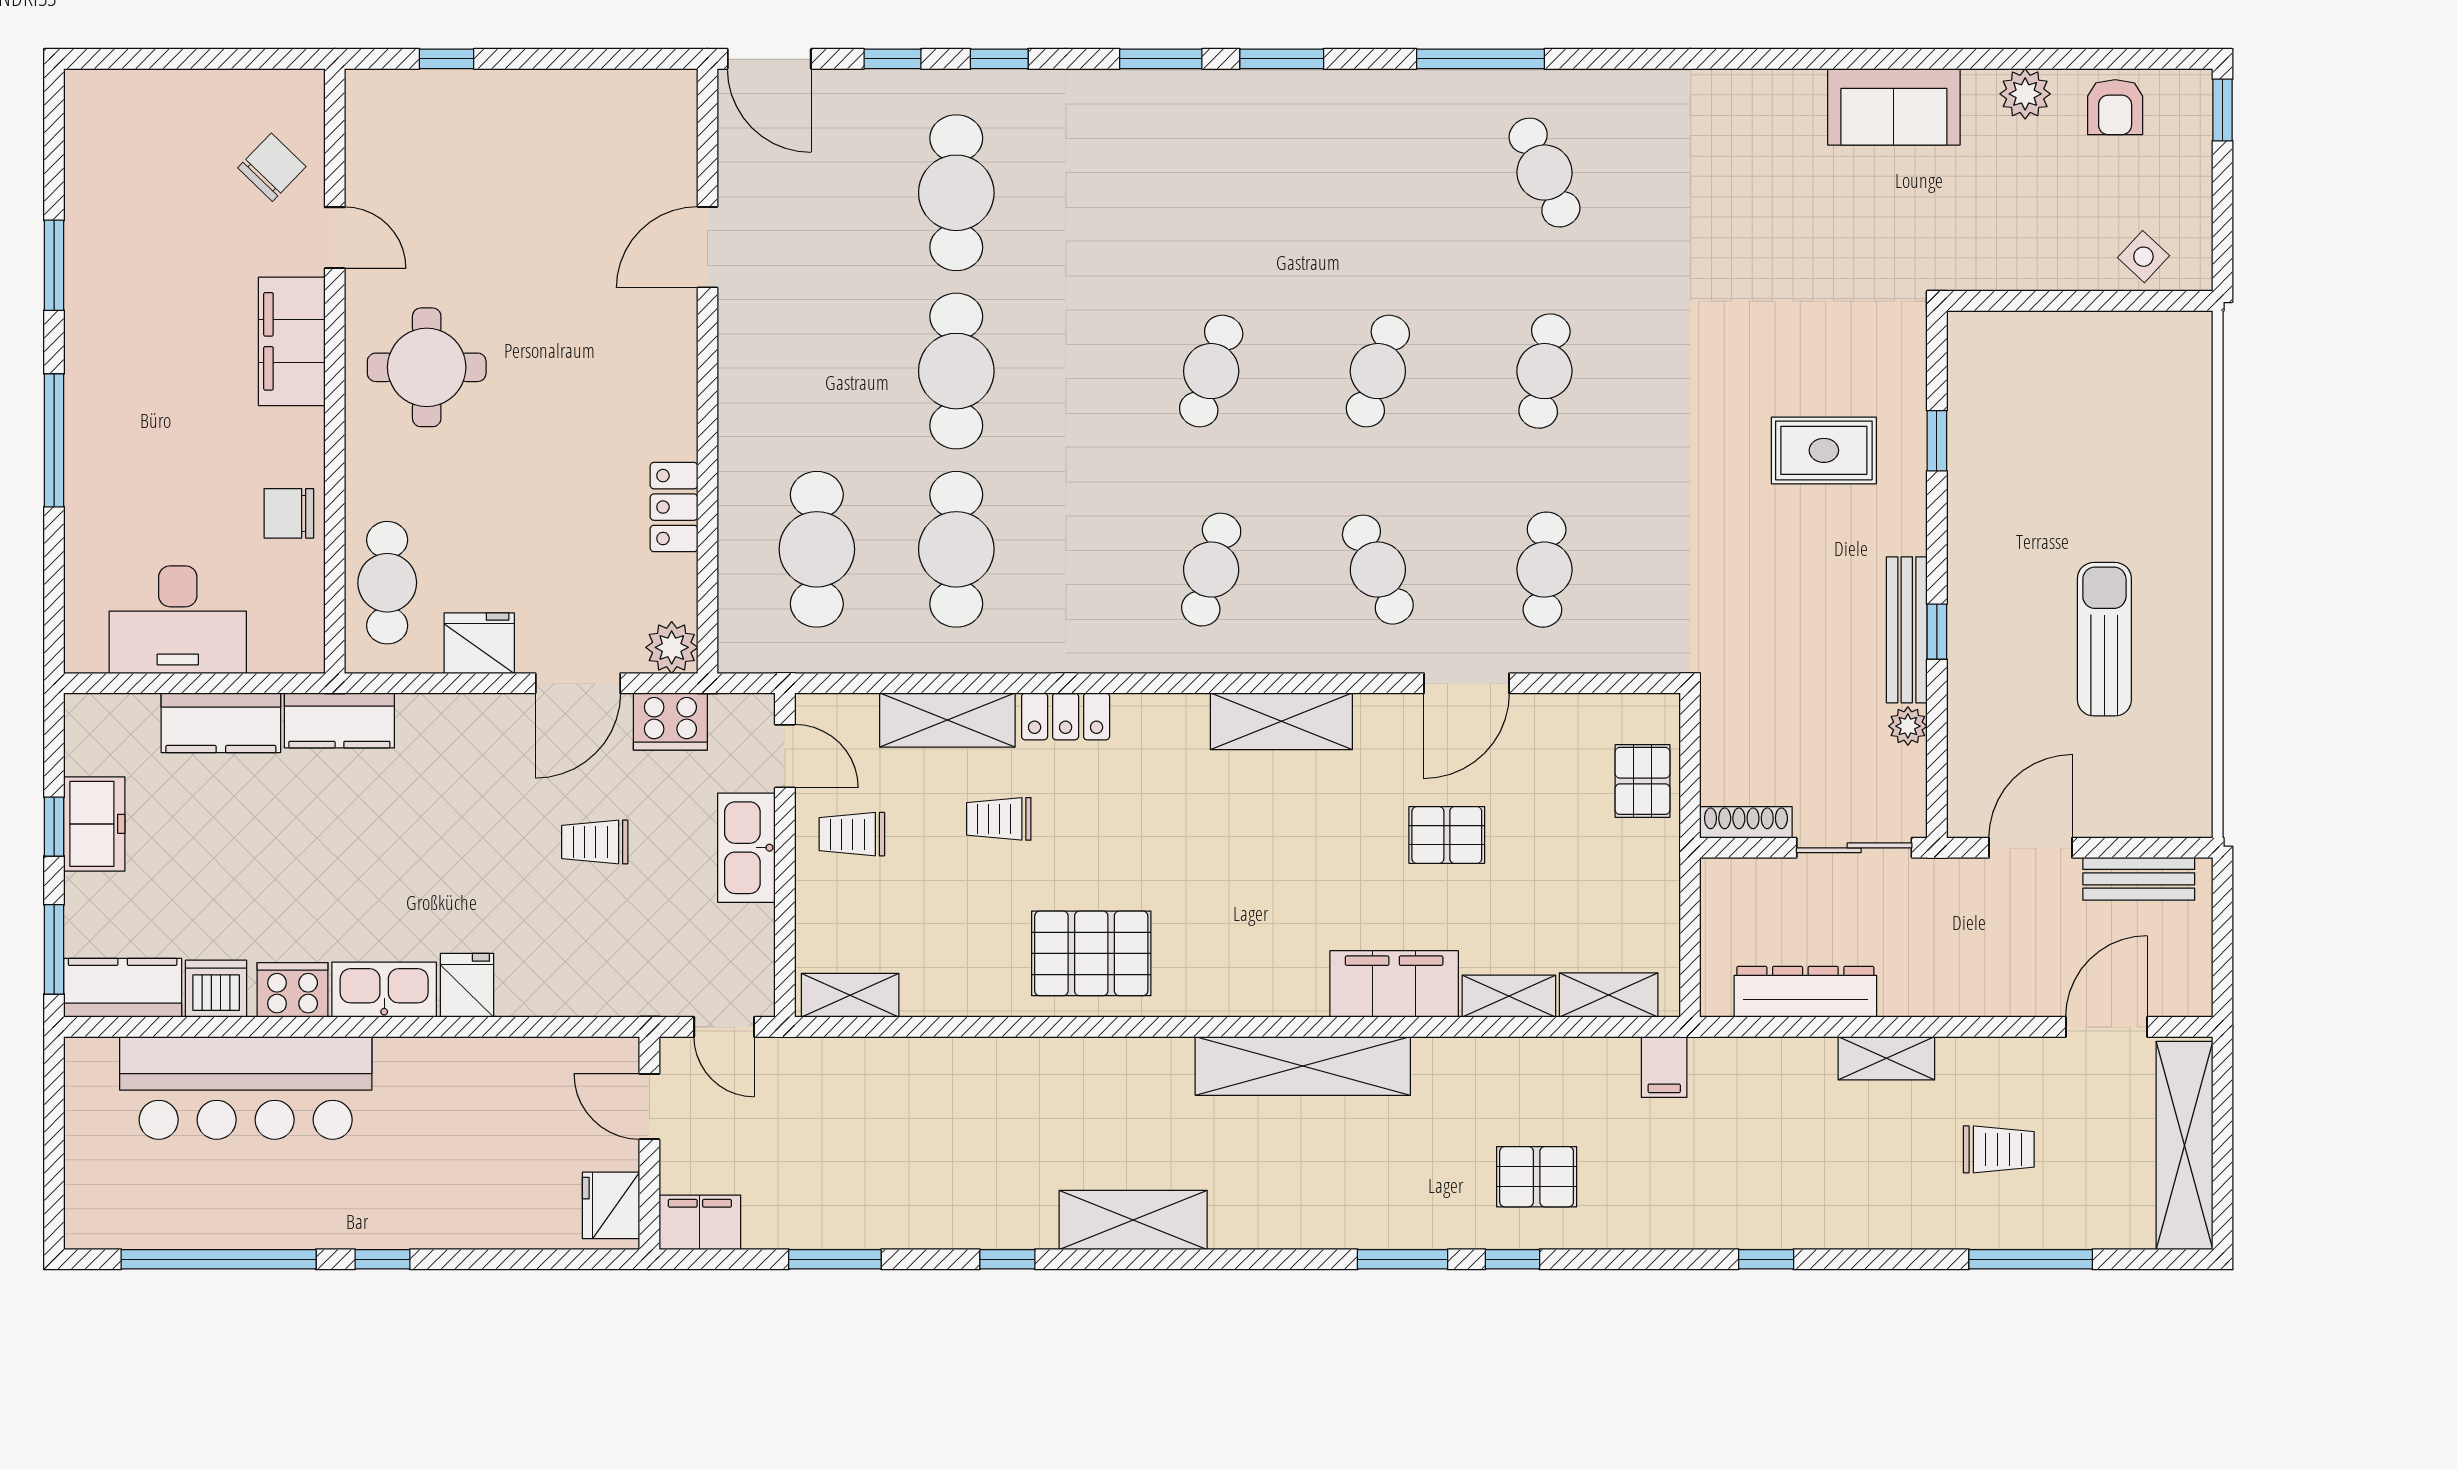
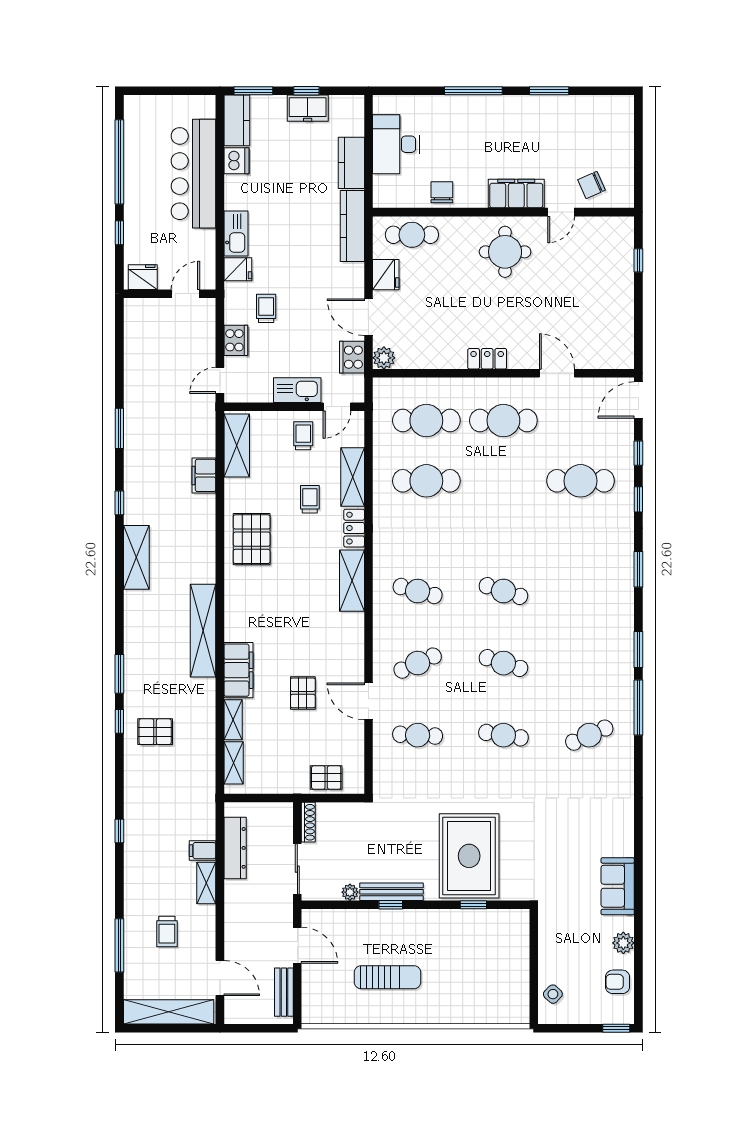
window: (1282, 59) -> (638, 649), moved
chair: (272, 167) -> (592, 185), turned 112
cafe table: (956, 371) -> (503, 421), moved
rug: (1824, 450) -> (469, 856), width x1.86, depth x2.06
locker: (674, 507) -> (487, 359), moved
kitchen counter: (339, 720) -> (352, 226), width x1.50
shelving: (1281, 721) -> (352, 581), moved
trolley: (595, 842) -> (266, 308), moved
cooker: (293, 990) -> (236, 340), moved
shelving: (850, 995) -> (237, 445), width x1.50, depth x1.33
filing cabinet: (1664, 1067) -> (203, 851), moved
door: (649, 1107) -> (185, 294), moved
wall: (649, 1143) -> (170, 294), moved
pallet: (1537, 1177) -> (155, 732), turned 90
fridge: (611, 1205) -> (143, 277), moved
filing cabinet: (700, 1222) -> (204, 475), moved, turned 180

